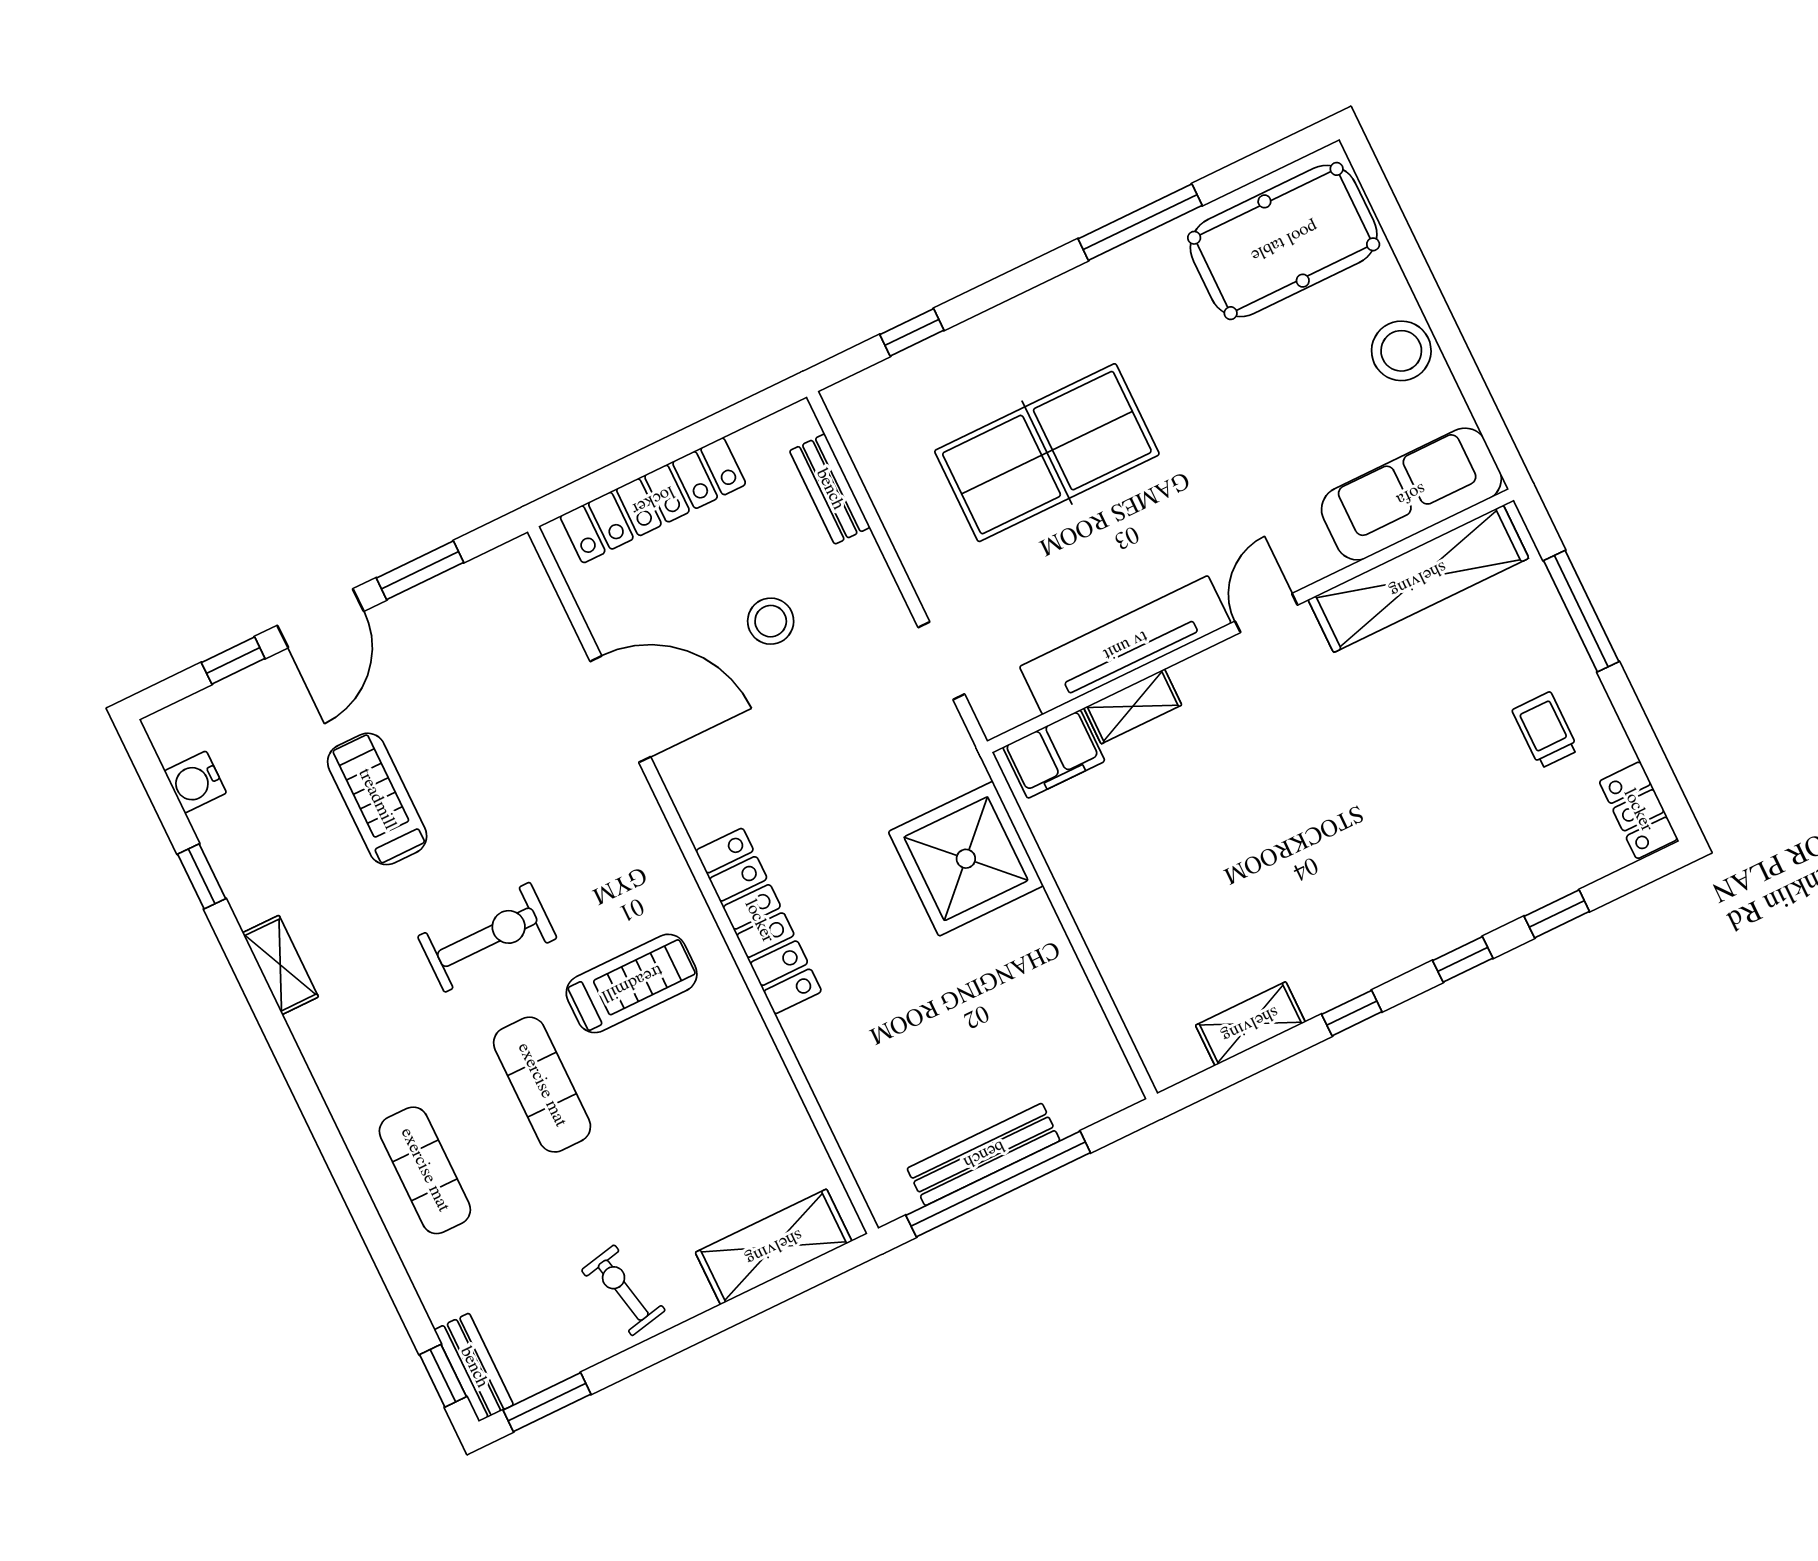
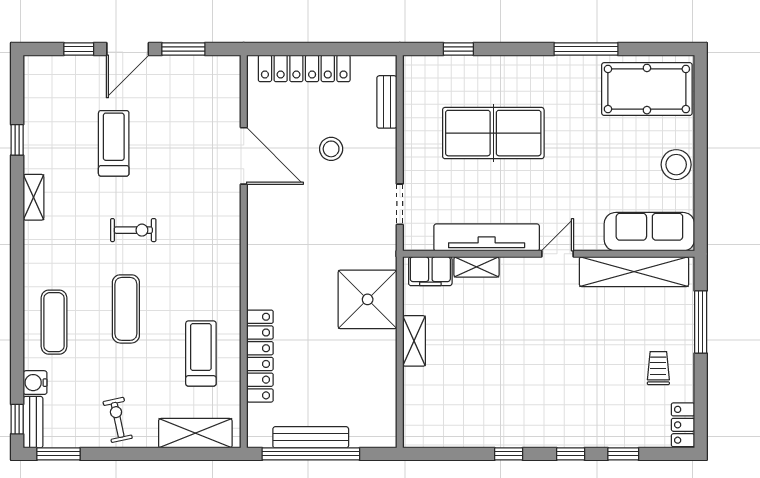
water cooler: (195, 782) -> (35, 383), moved
locker: (759, 921) -> (260, 356), moved
exercise bike: (487, 937) -> (133, 230), width x0.73, depth x0.72
treadmill: (632, 983) -> (201, 353), moved, turned -90
shelving: (1250, 1024) -> (414, 341), moved, turned 90

